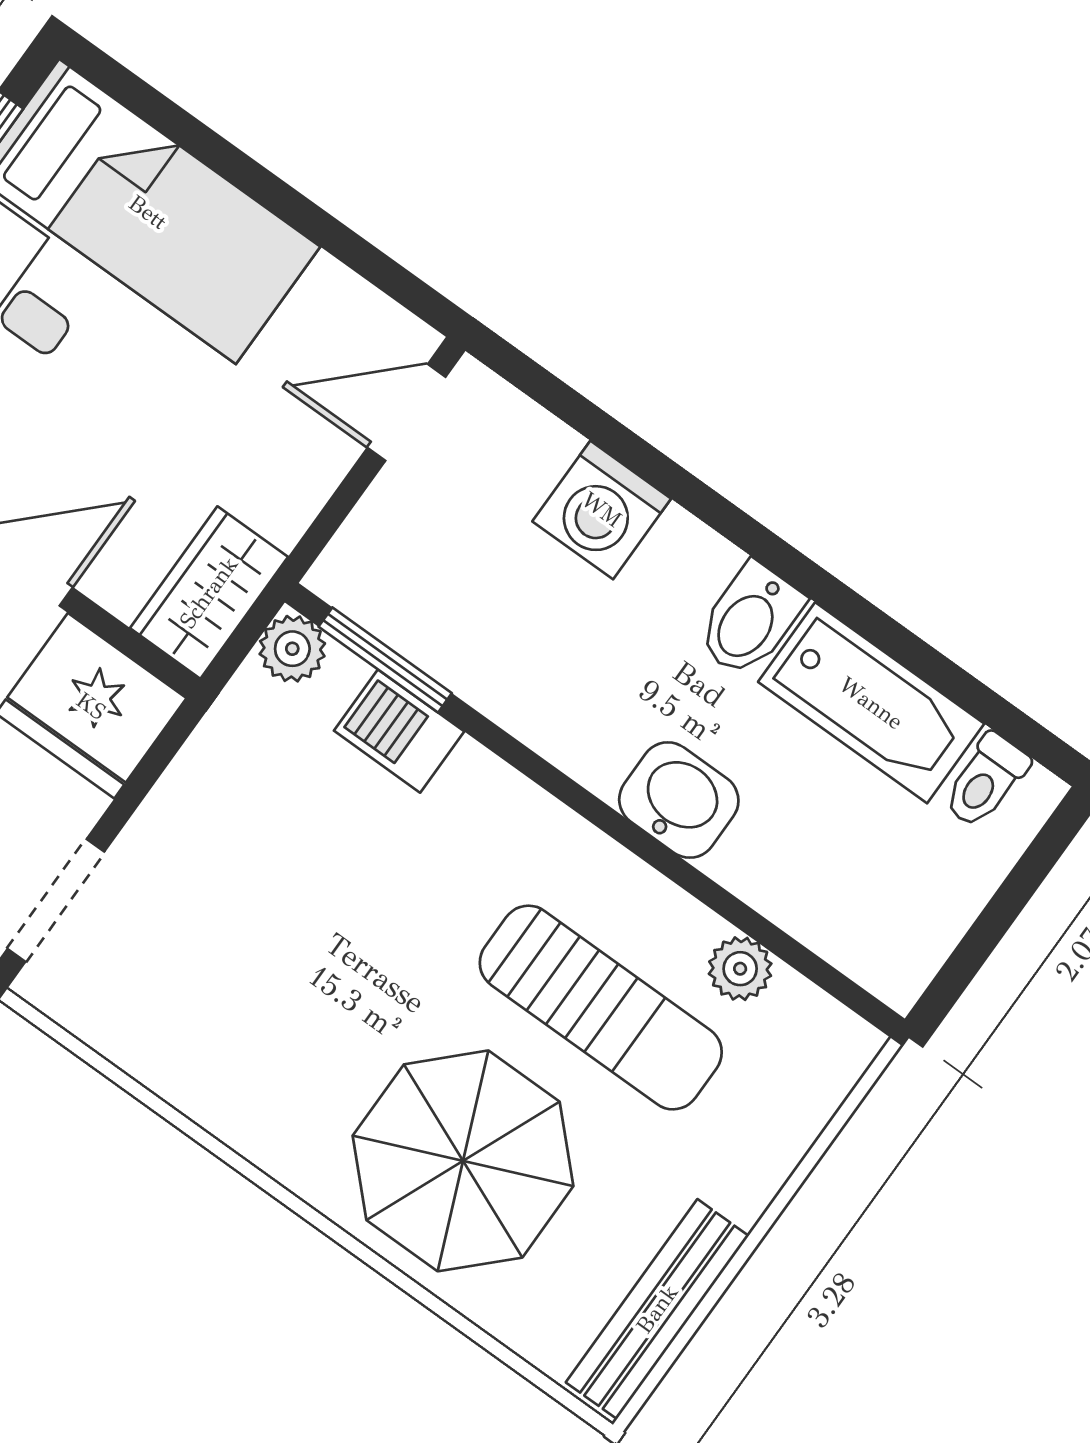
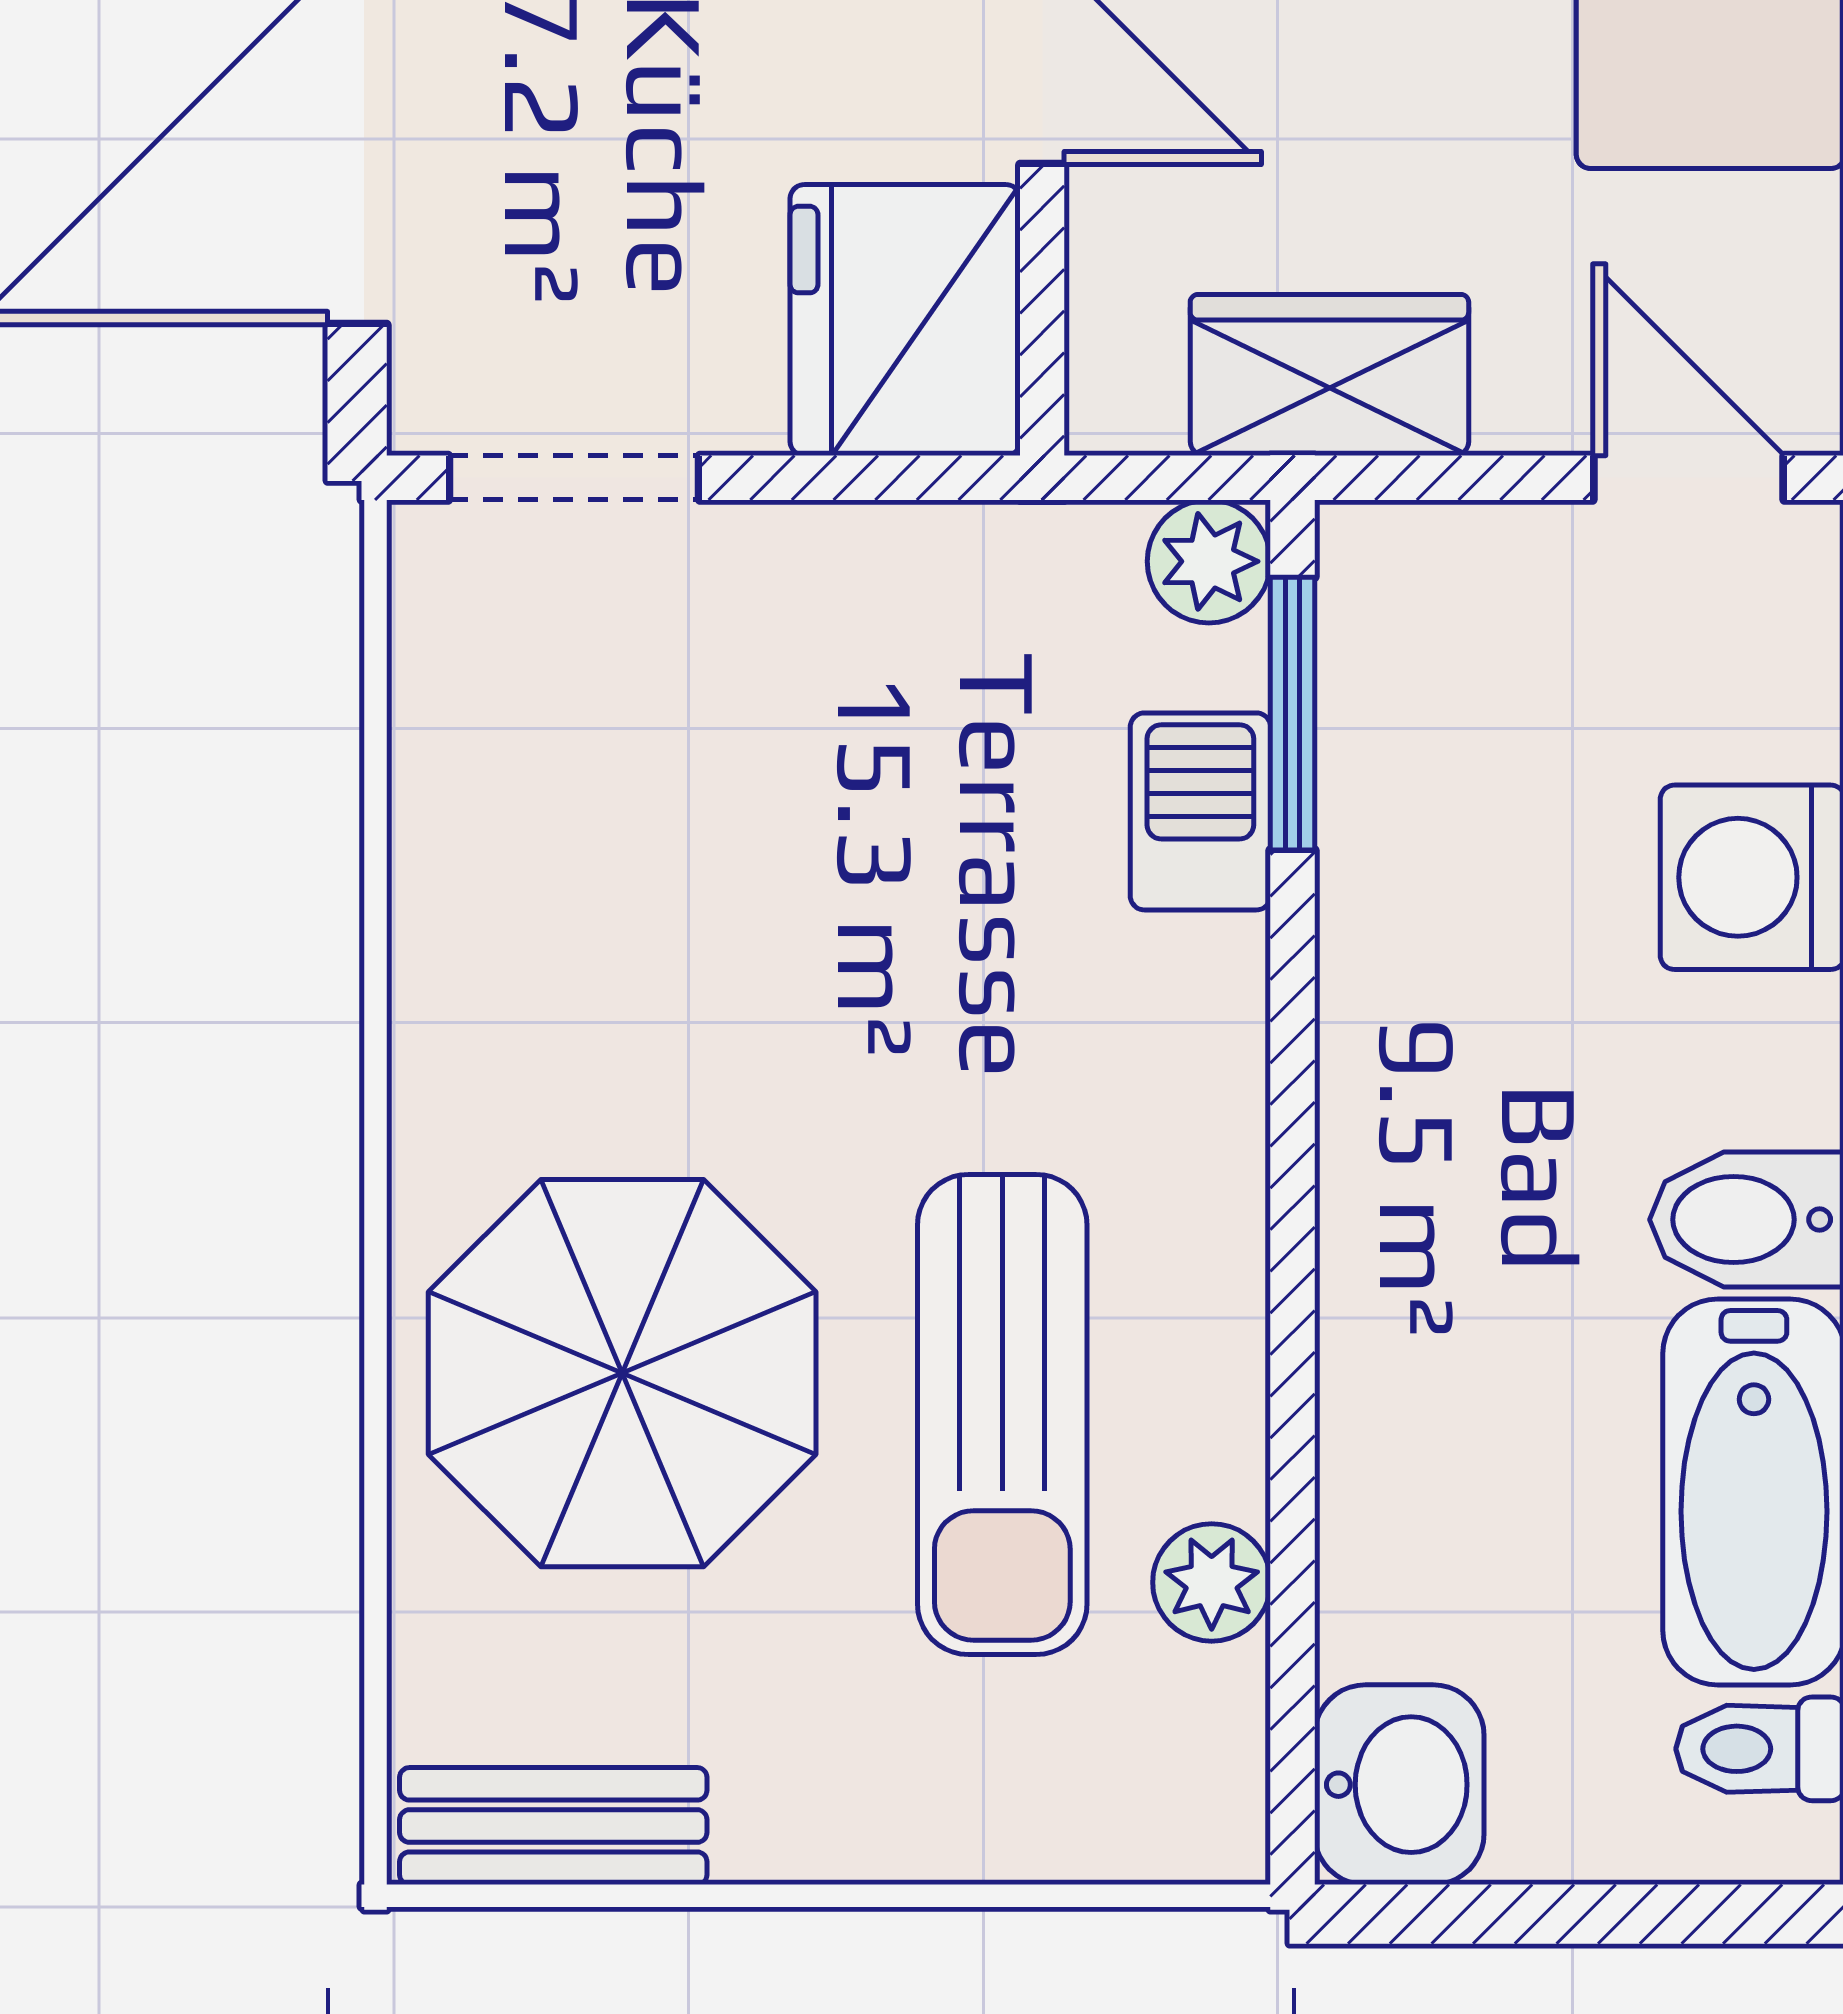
wardrobe: (209, 592) -> (1329, 375), moved
washbasin: (679, 800) -> (1399, 1785), moved
bench: (657, 1309) -> (553, 1826), width x0.73

